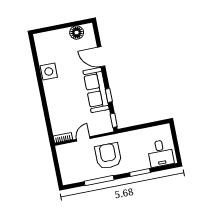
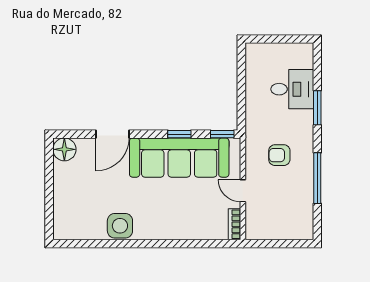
floor lamp: (77, 33) -> (64, 149), moved
sofa: (96, 90) -> (179, 158), width x1.36, depth x1.27
desk: (160, 153) -> (292, 89), moved
armchair: (108, 156) -> (279, 155), width x0.53, depth x0.53

